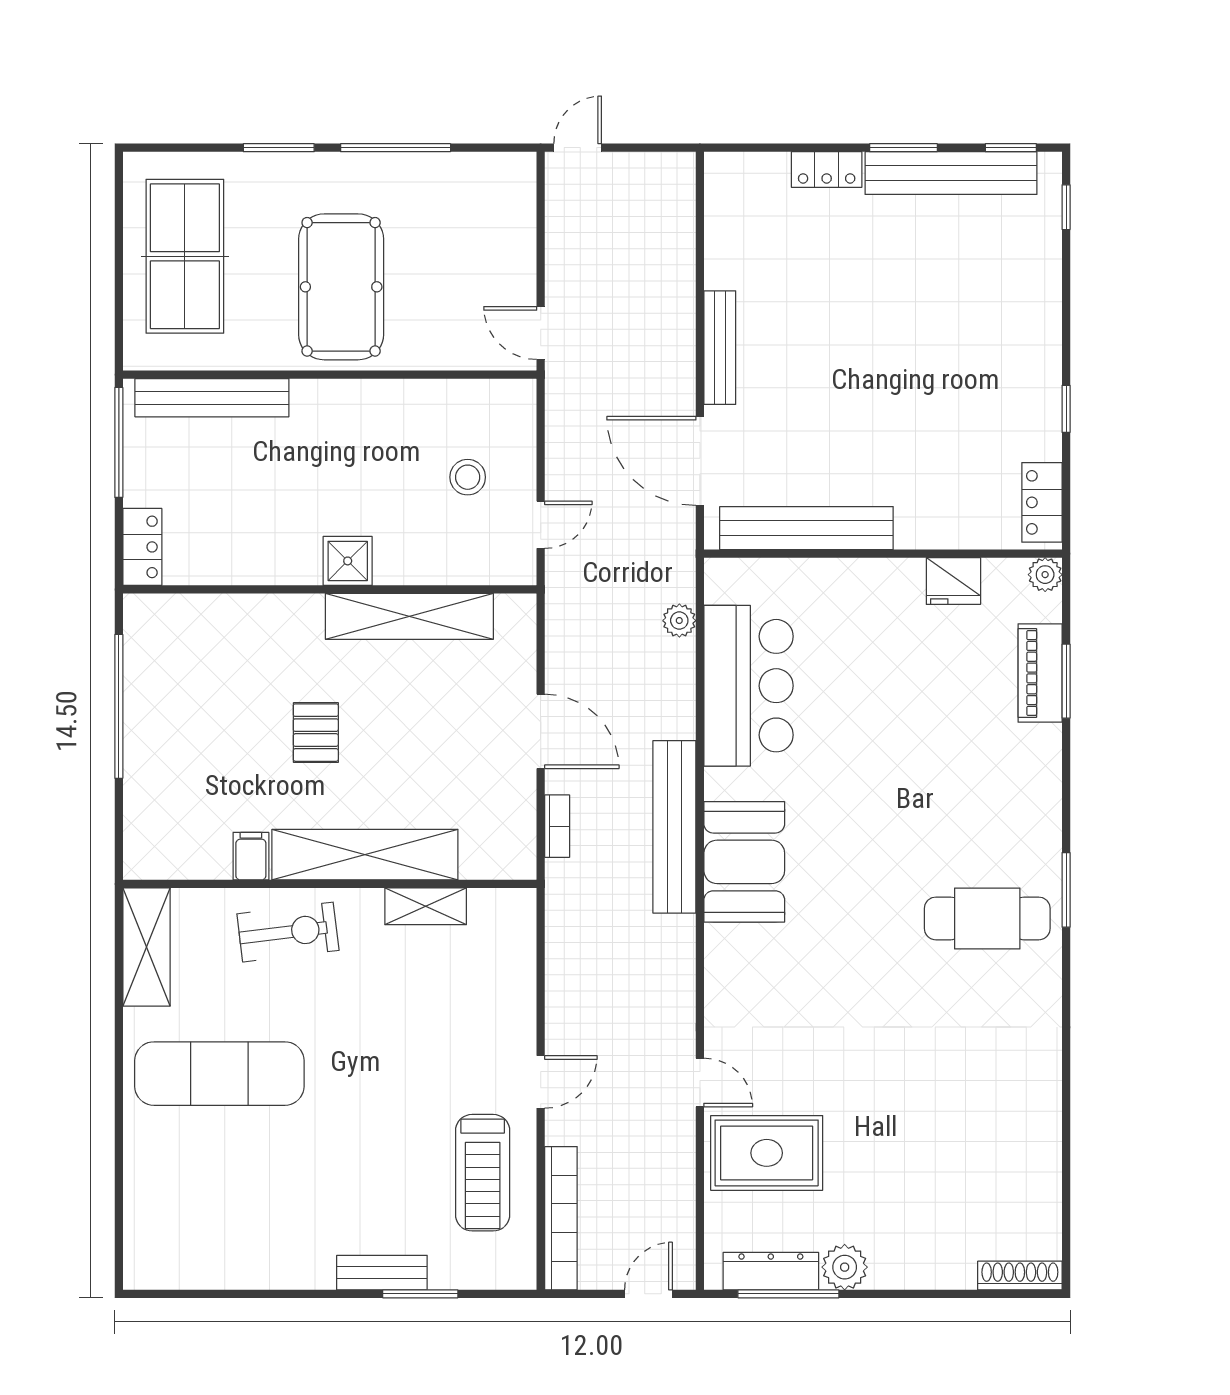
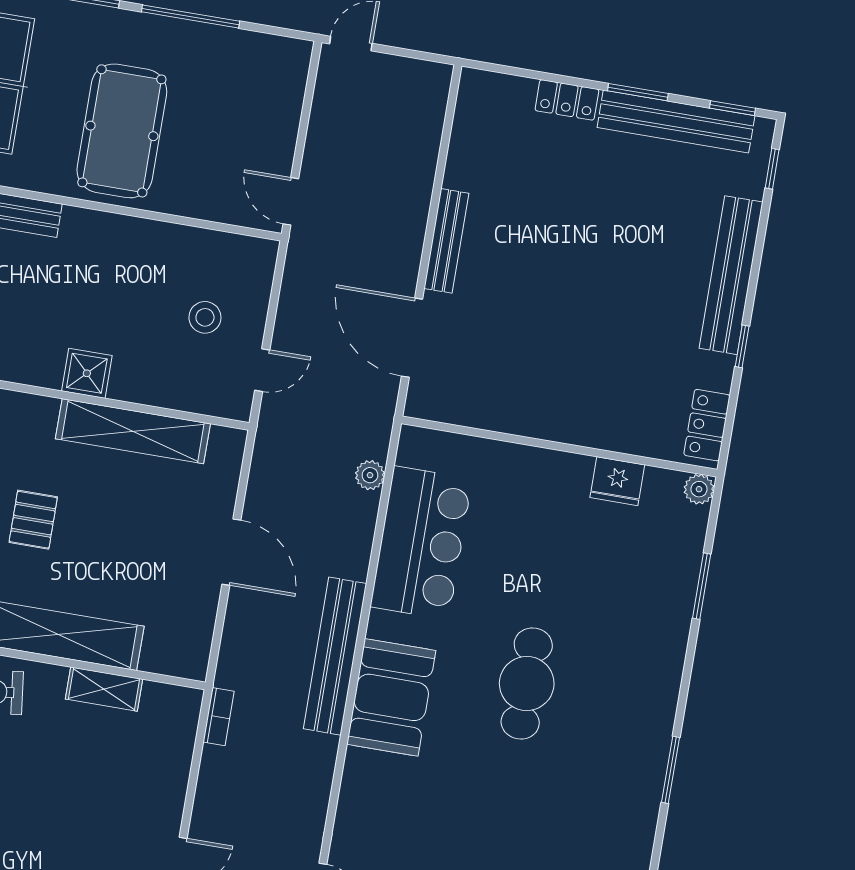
bench: (806, 528) -> (731, 275), moved, turned 90
piano: (1040, 673) -> (680, 575), removed
bookcase: (557, 826) -> (219, 717), moved
cafe table: (987, 918) -> (527, 684), moved, turned 90

